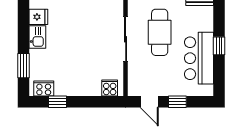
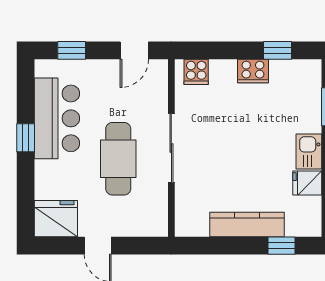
cooker: (44, 89) -> (253, 71), moved
door: (149, 102) -> (134, 50), swing flipped
window: (177, 102) -> (72, 50), moved

